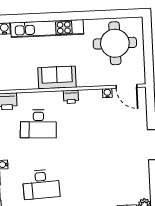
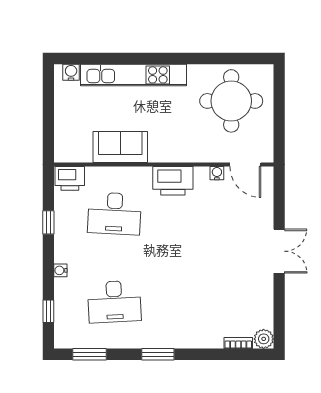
sofa: (57, 77) -> (120, 147), moved
printer: (71, 97) -> (173, 181), width x1.87, depth x1.48

